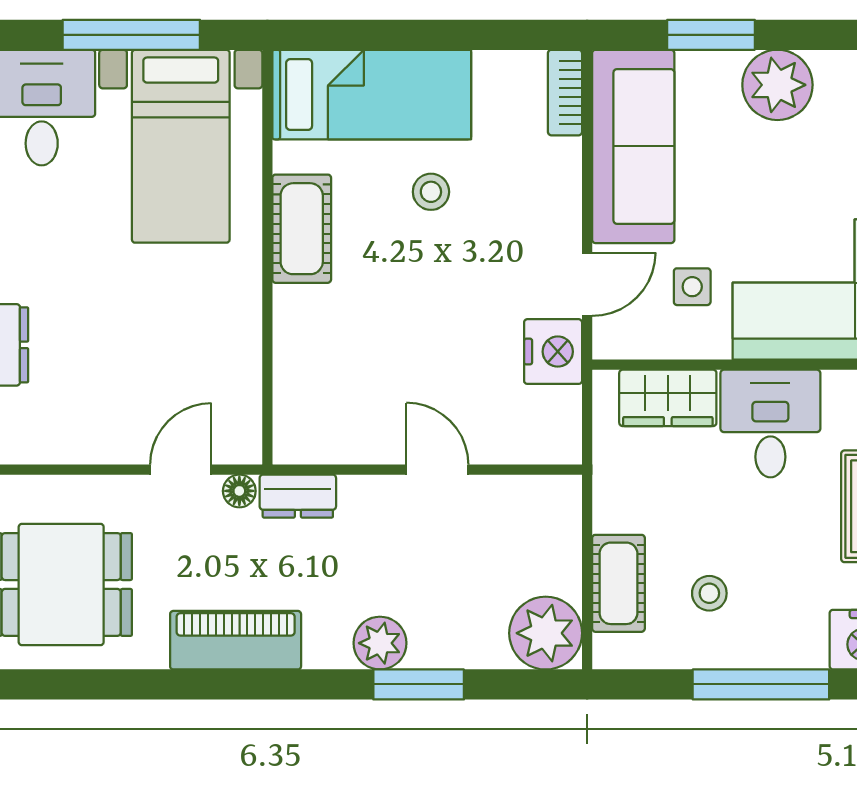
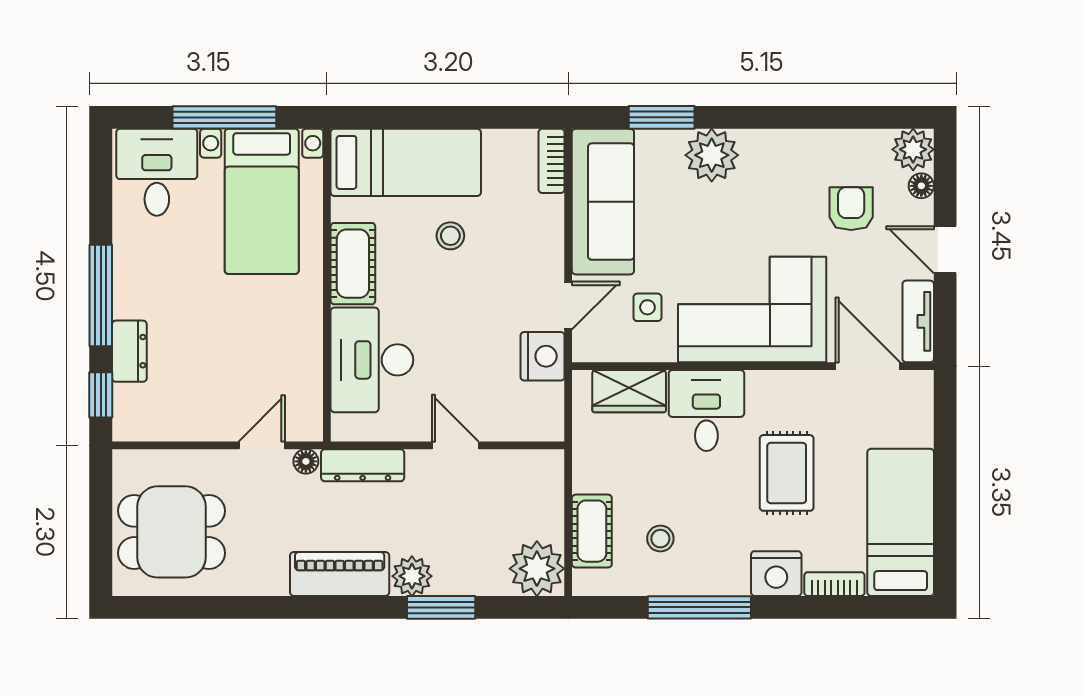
desk: (327, 356) -> (372, 360), added
dresser: (298, 496) -> (363, 465), width x1.44
piano: (236, 640) -> (340, 574), moved

